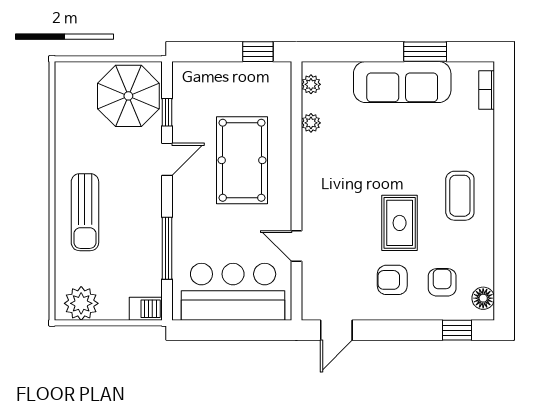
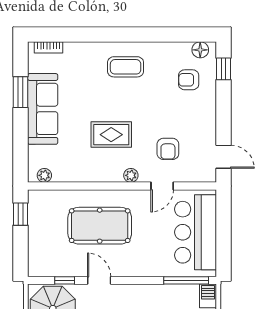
plant: (311, 123) -> (131, 175), moved
rug: (400, 223) -> (111, 135), moved
window: (167, 248) -> (186, 280), moved
armchair: (392, 280) -> (168, 149), moved

